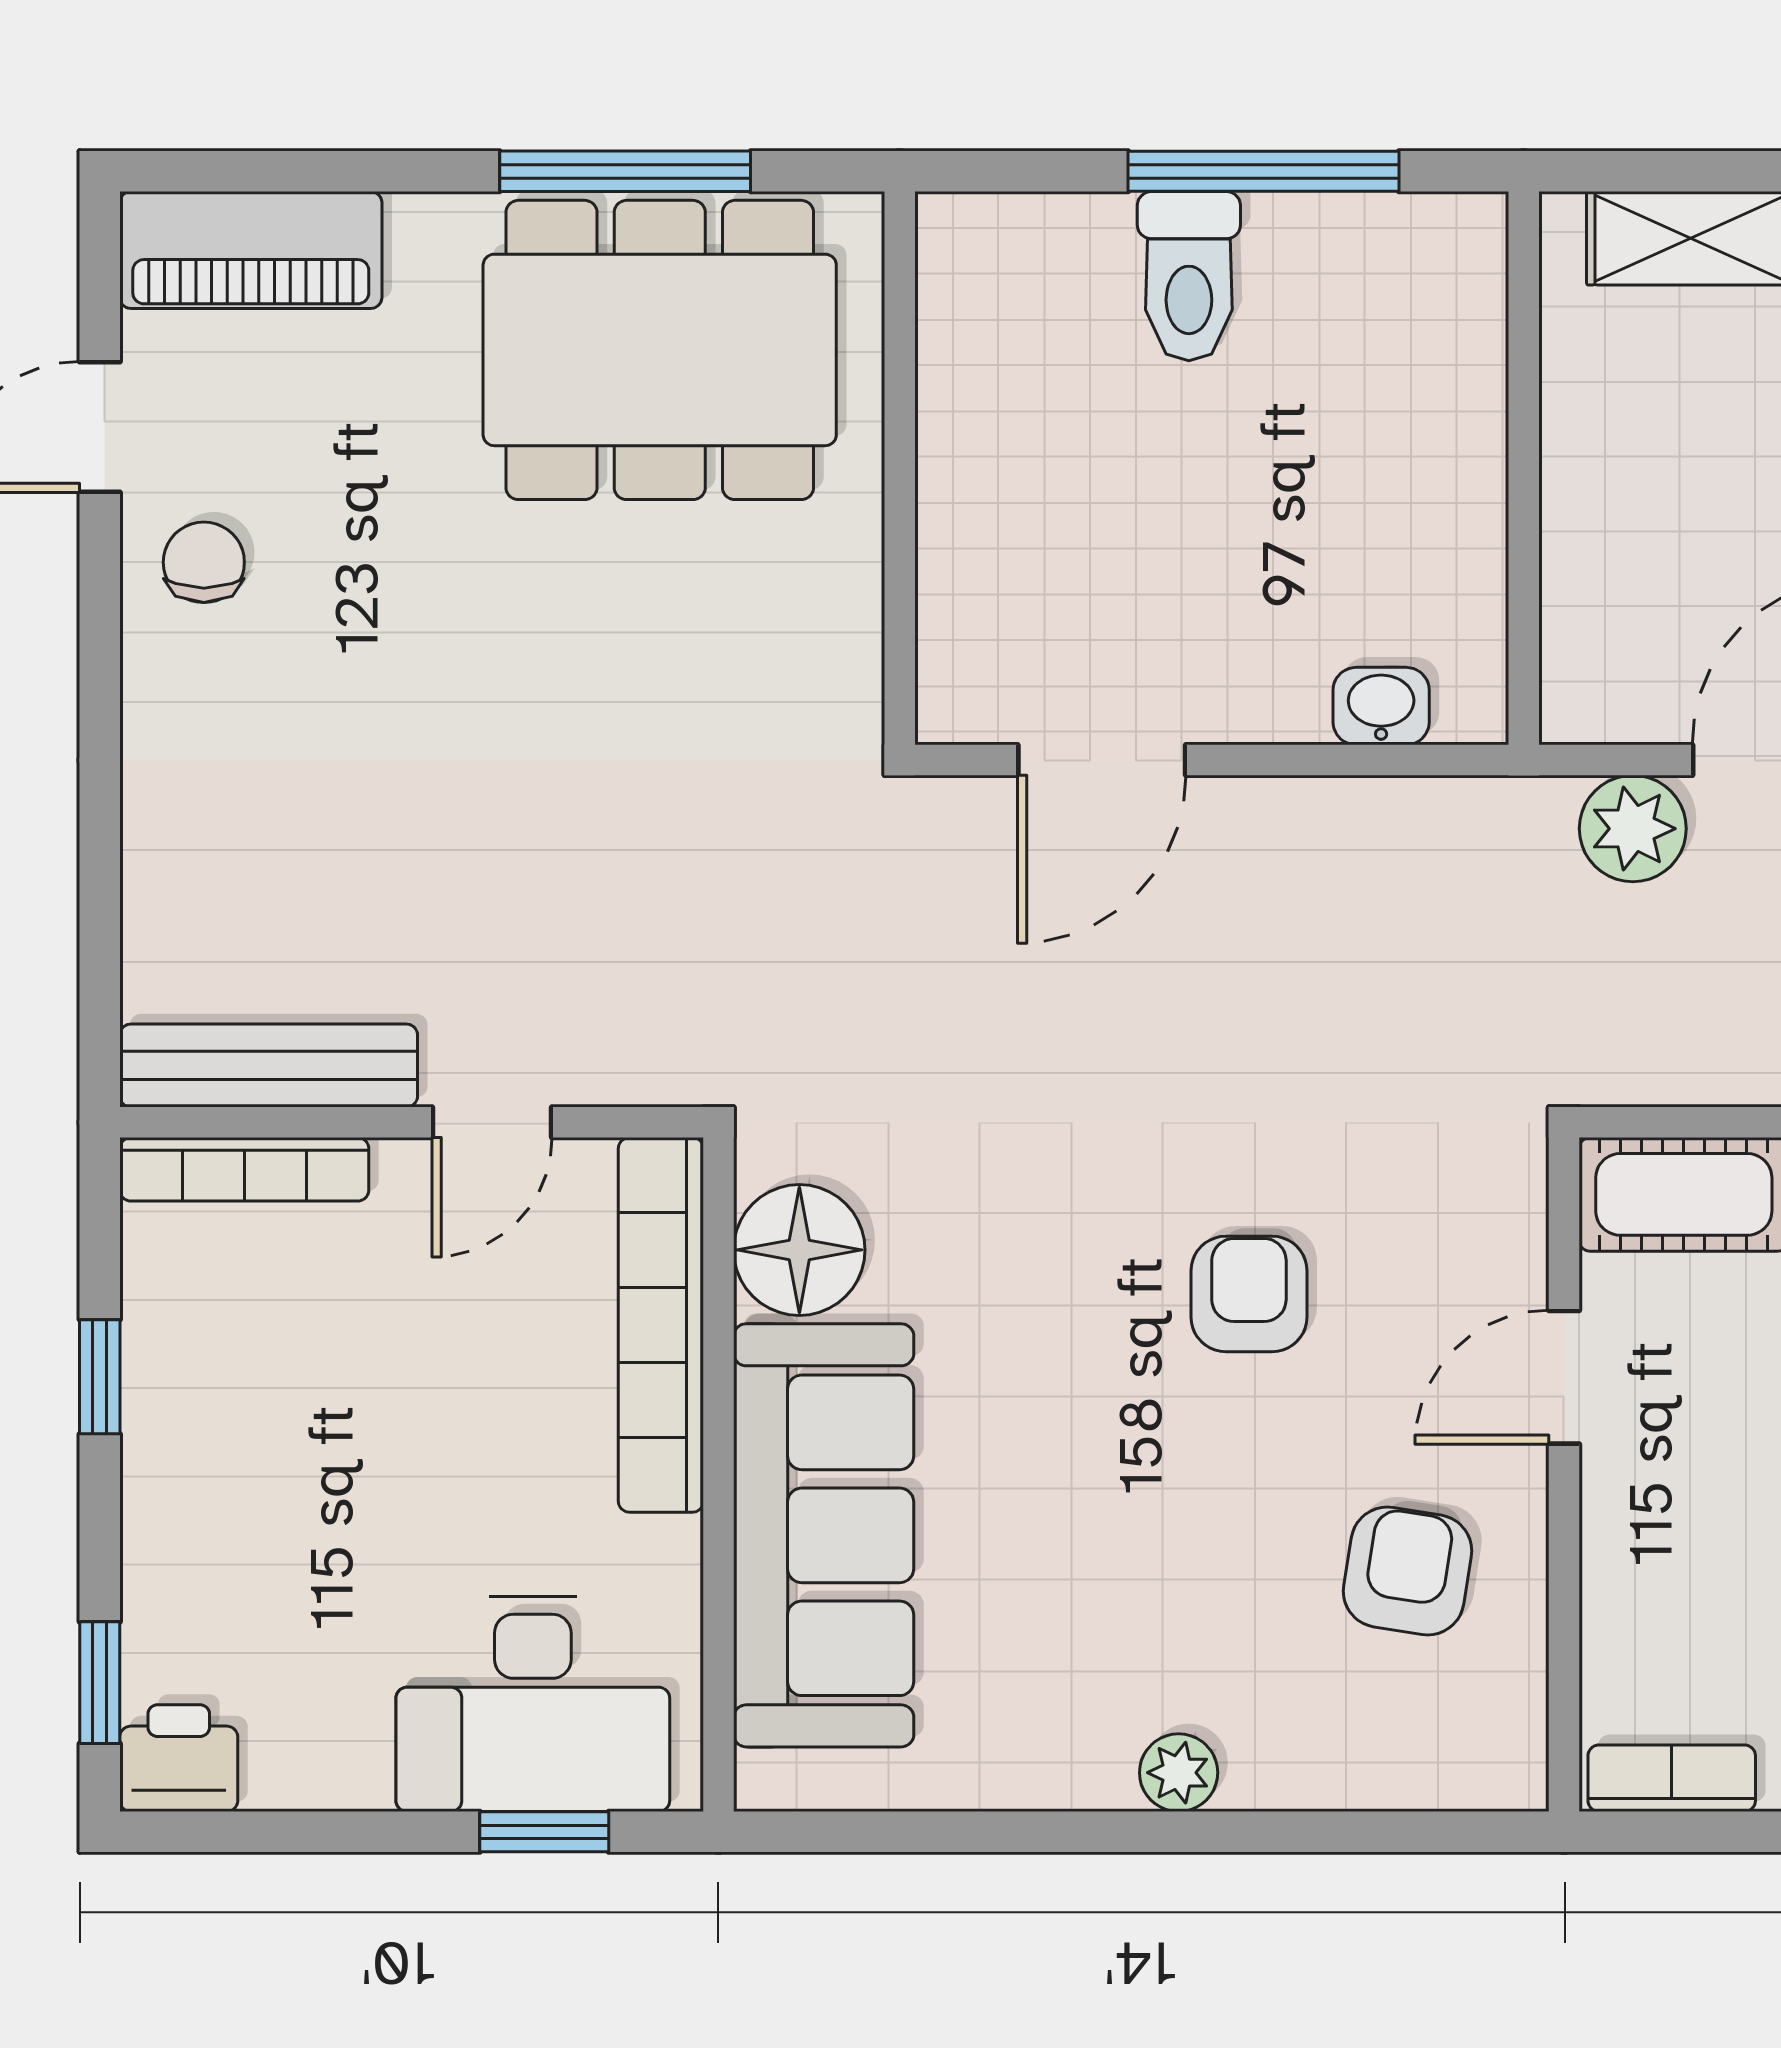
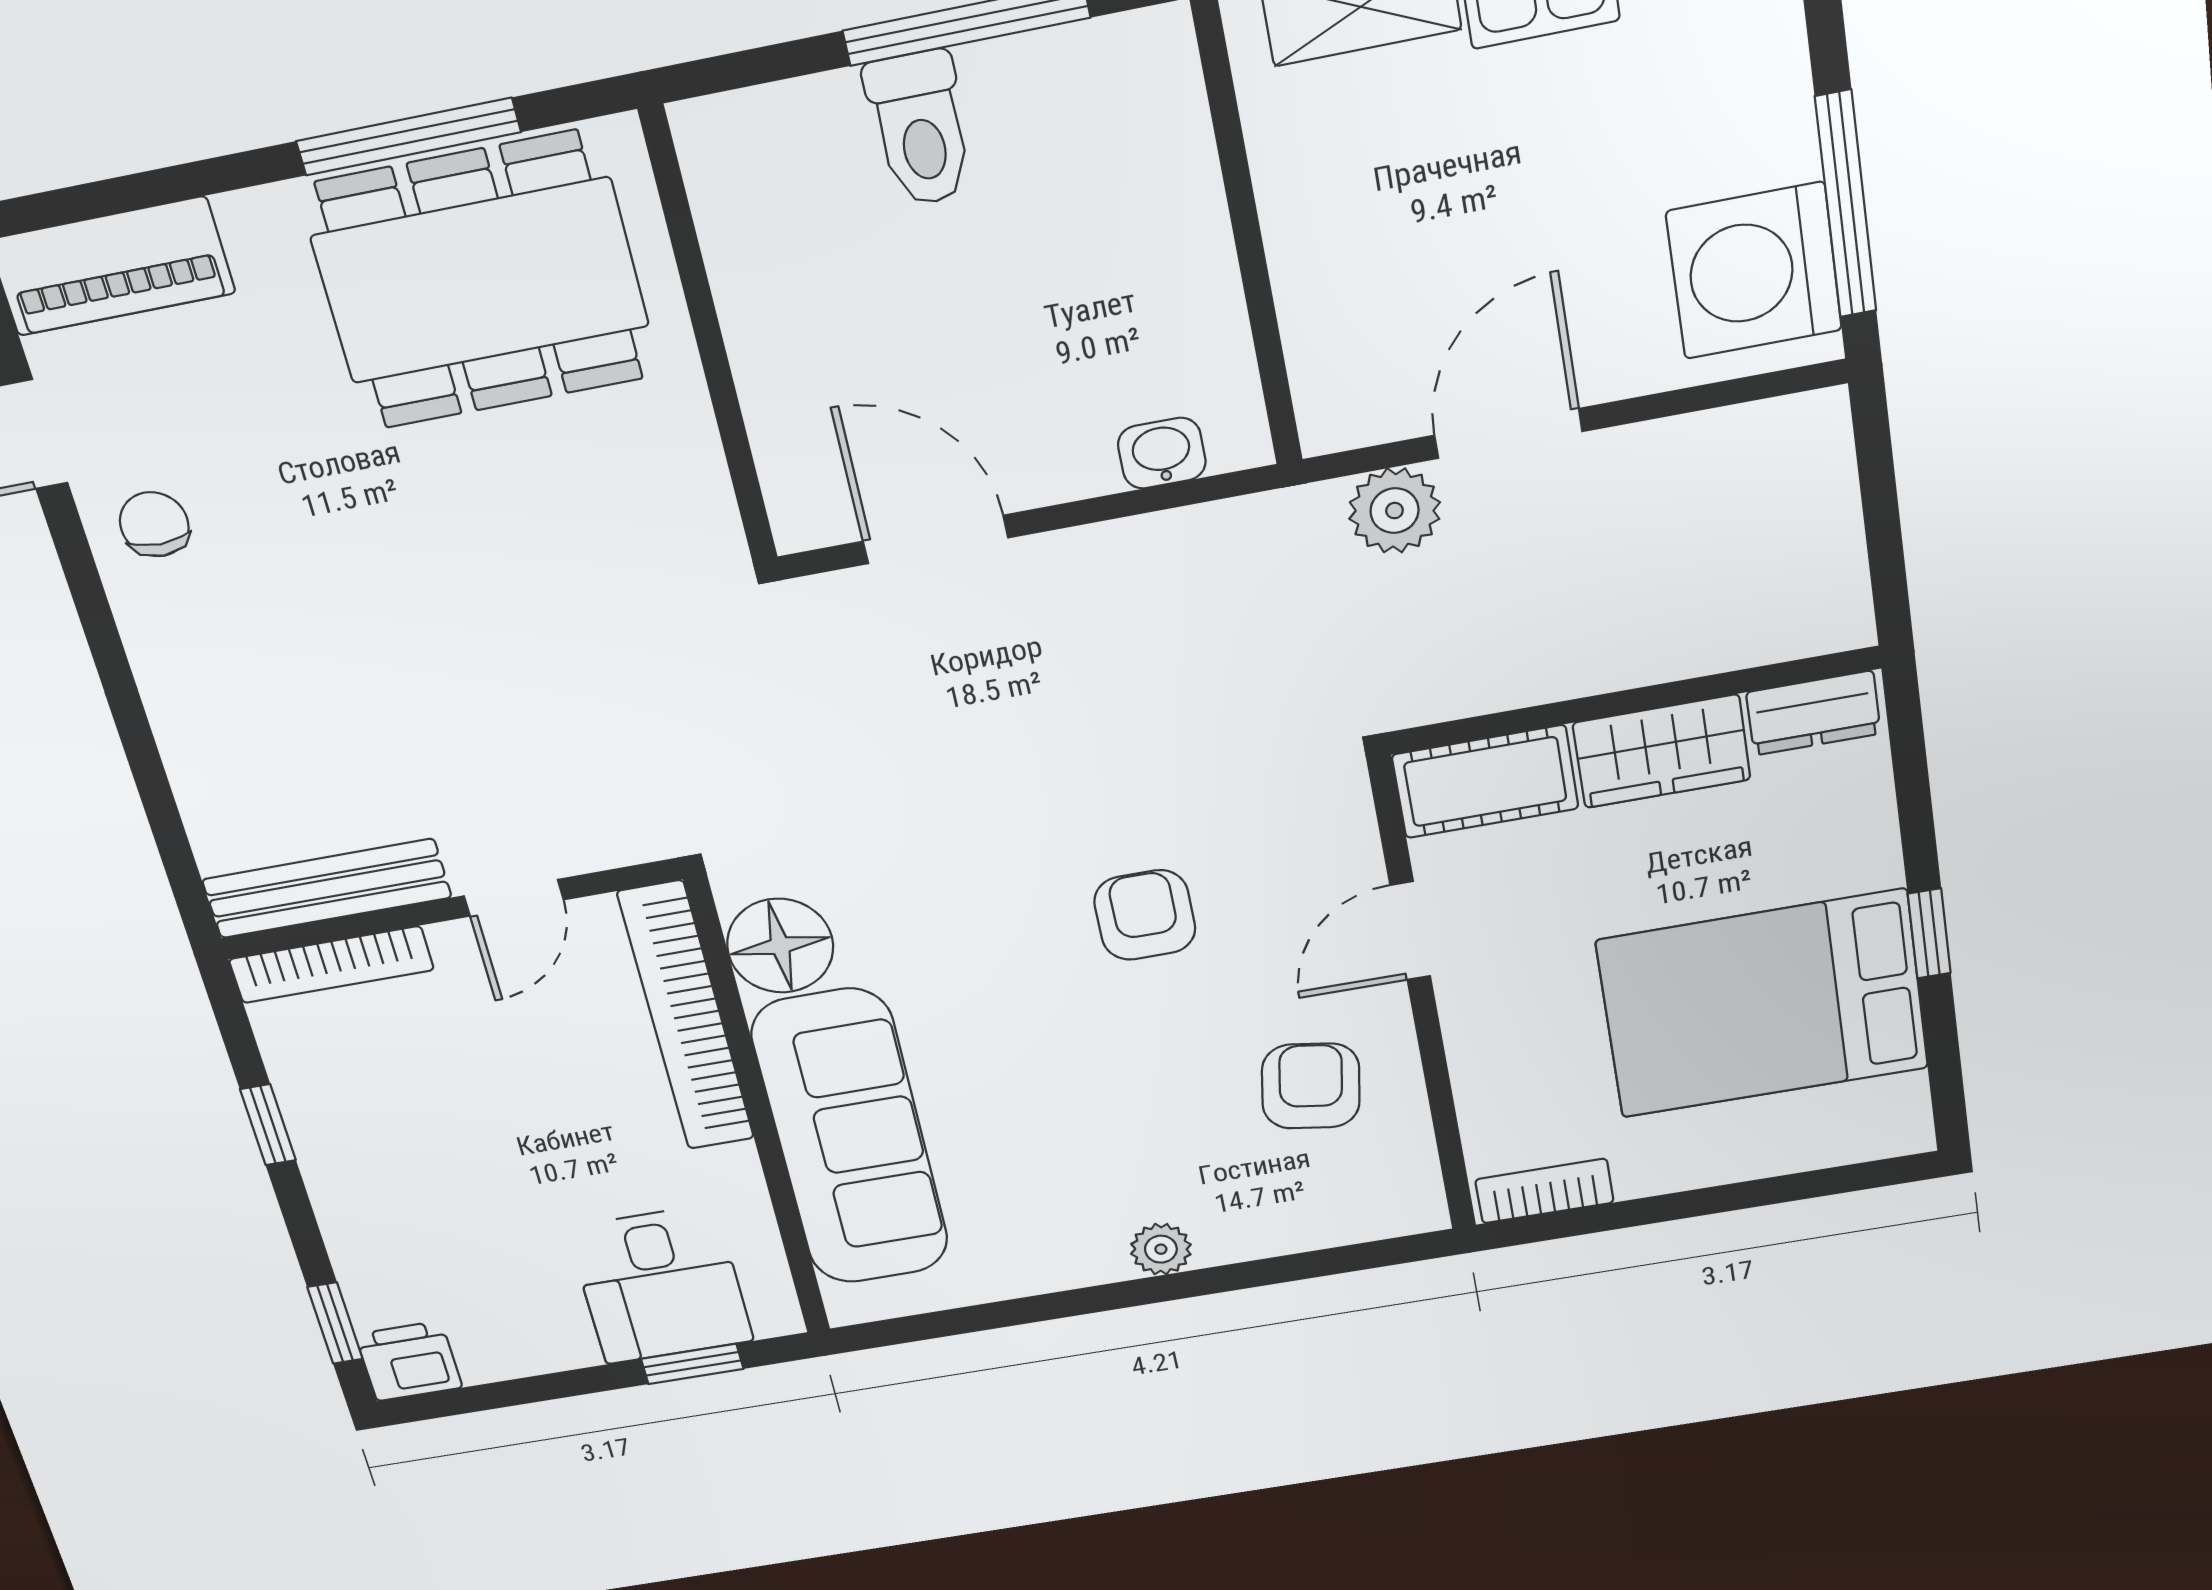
door: (1102, 760) -> (936, 539), swing flipped
desk: (533, 1704) -> (660, 1284), width x0.73

